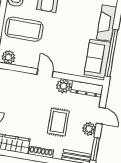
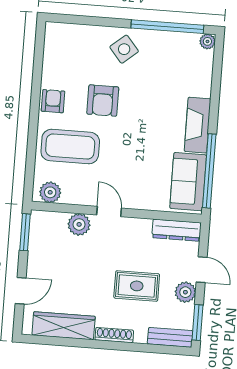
plant: (63, 86) -> (79, 224), moved
rug: (58, 122) -> (137, 286), turned 90

